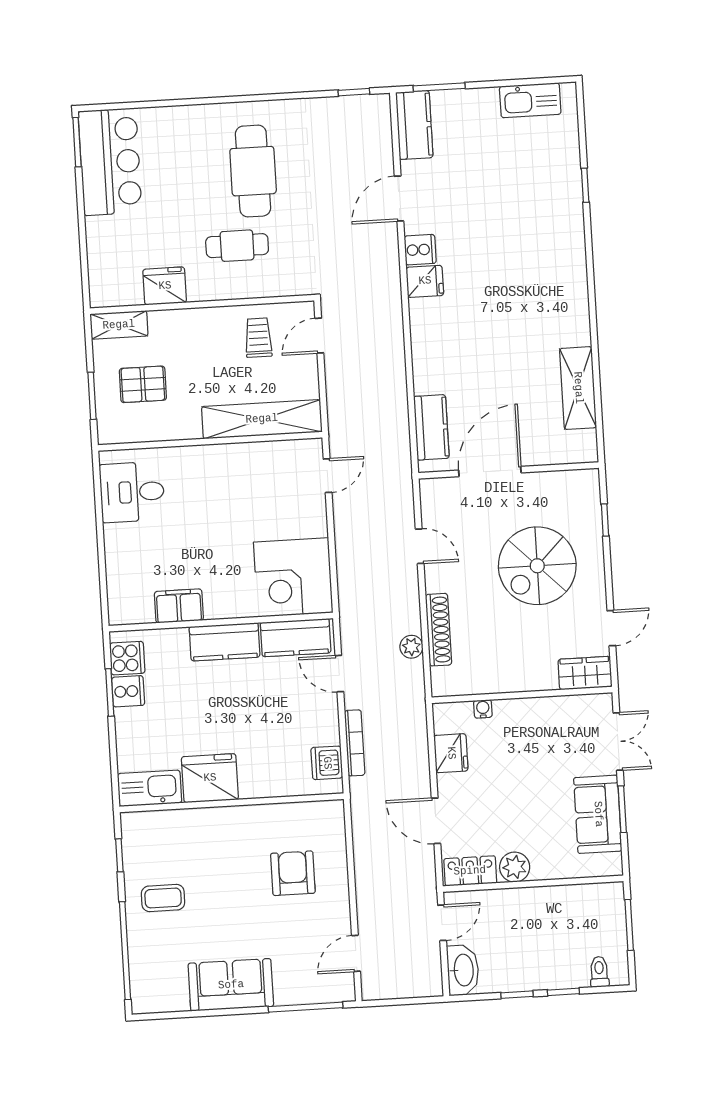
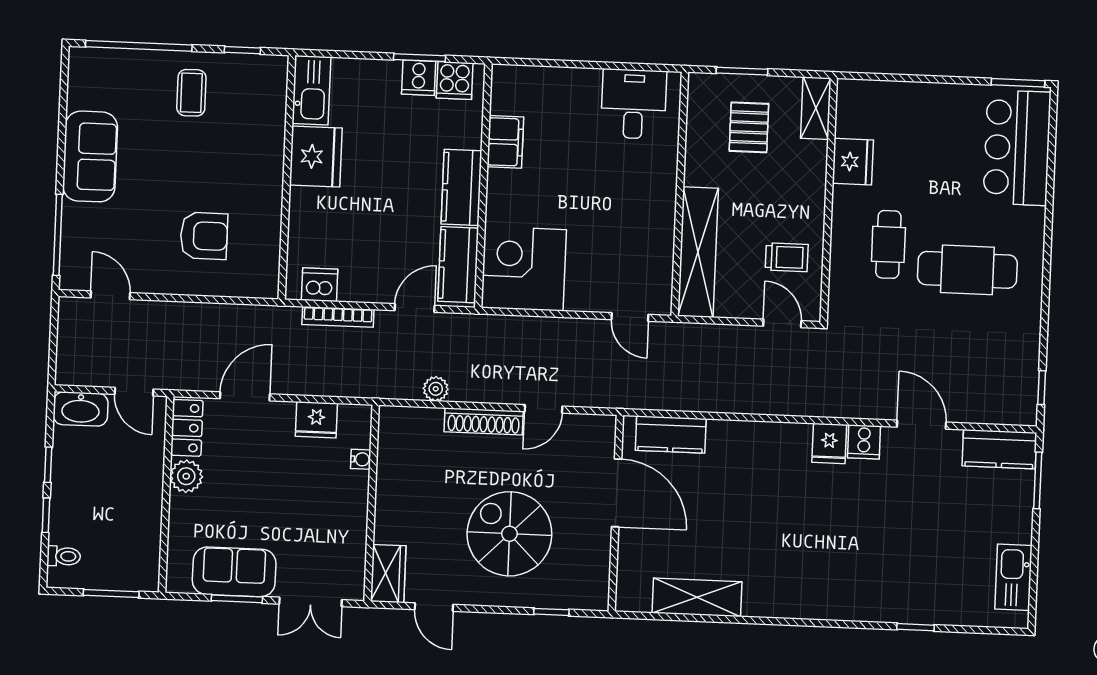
bar counter: (110, 162) -> (1017, 148), moved, turned 90
shoe rack: (439, 630) -> (484, 421), moved

